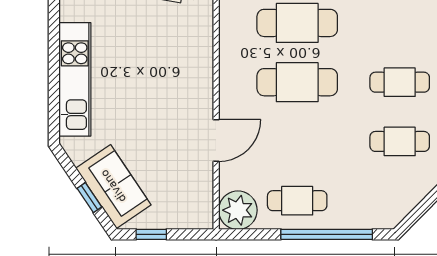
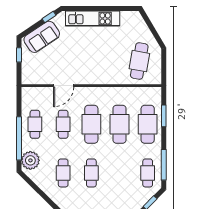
door: (216, 141) -> (64, 86), hinge flipped
cafe table: (297, 141) -> (63, 124), added
window: (89, 198) -> (49, 17), moved
plant: (238, 210) -> (30, 160), moved

